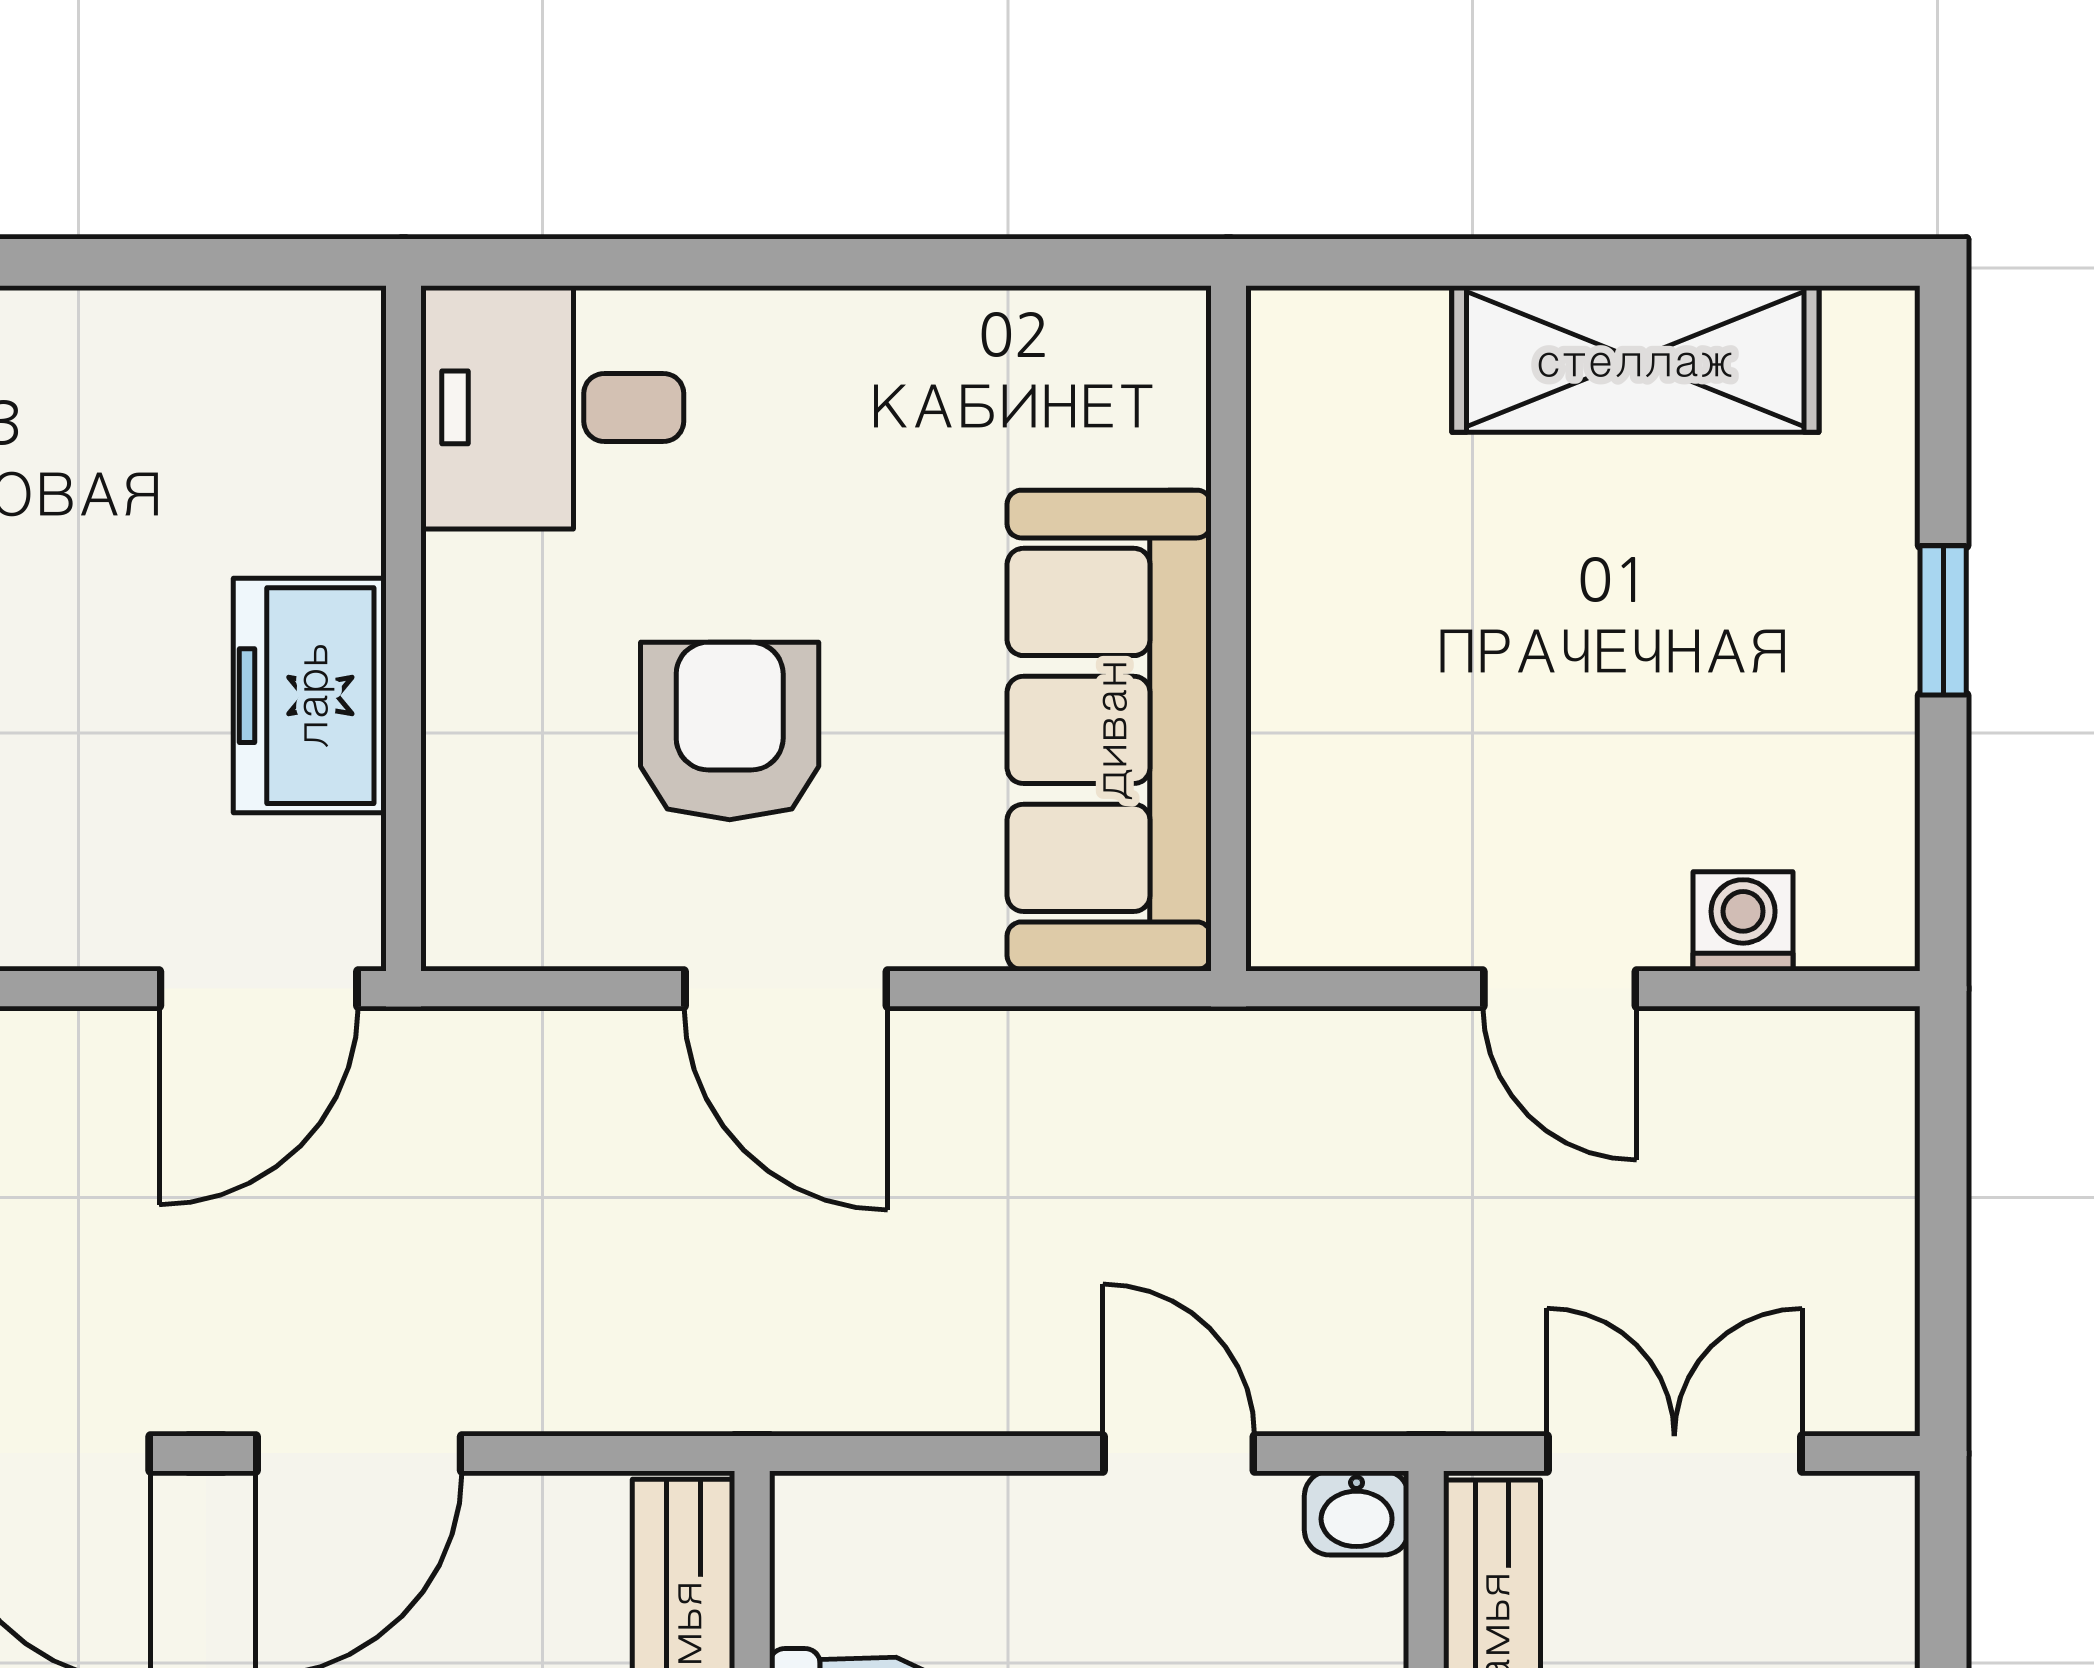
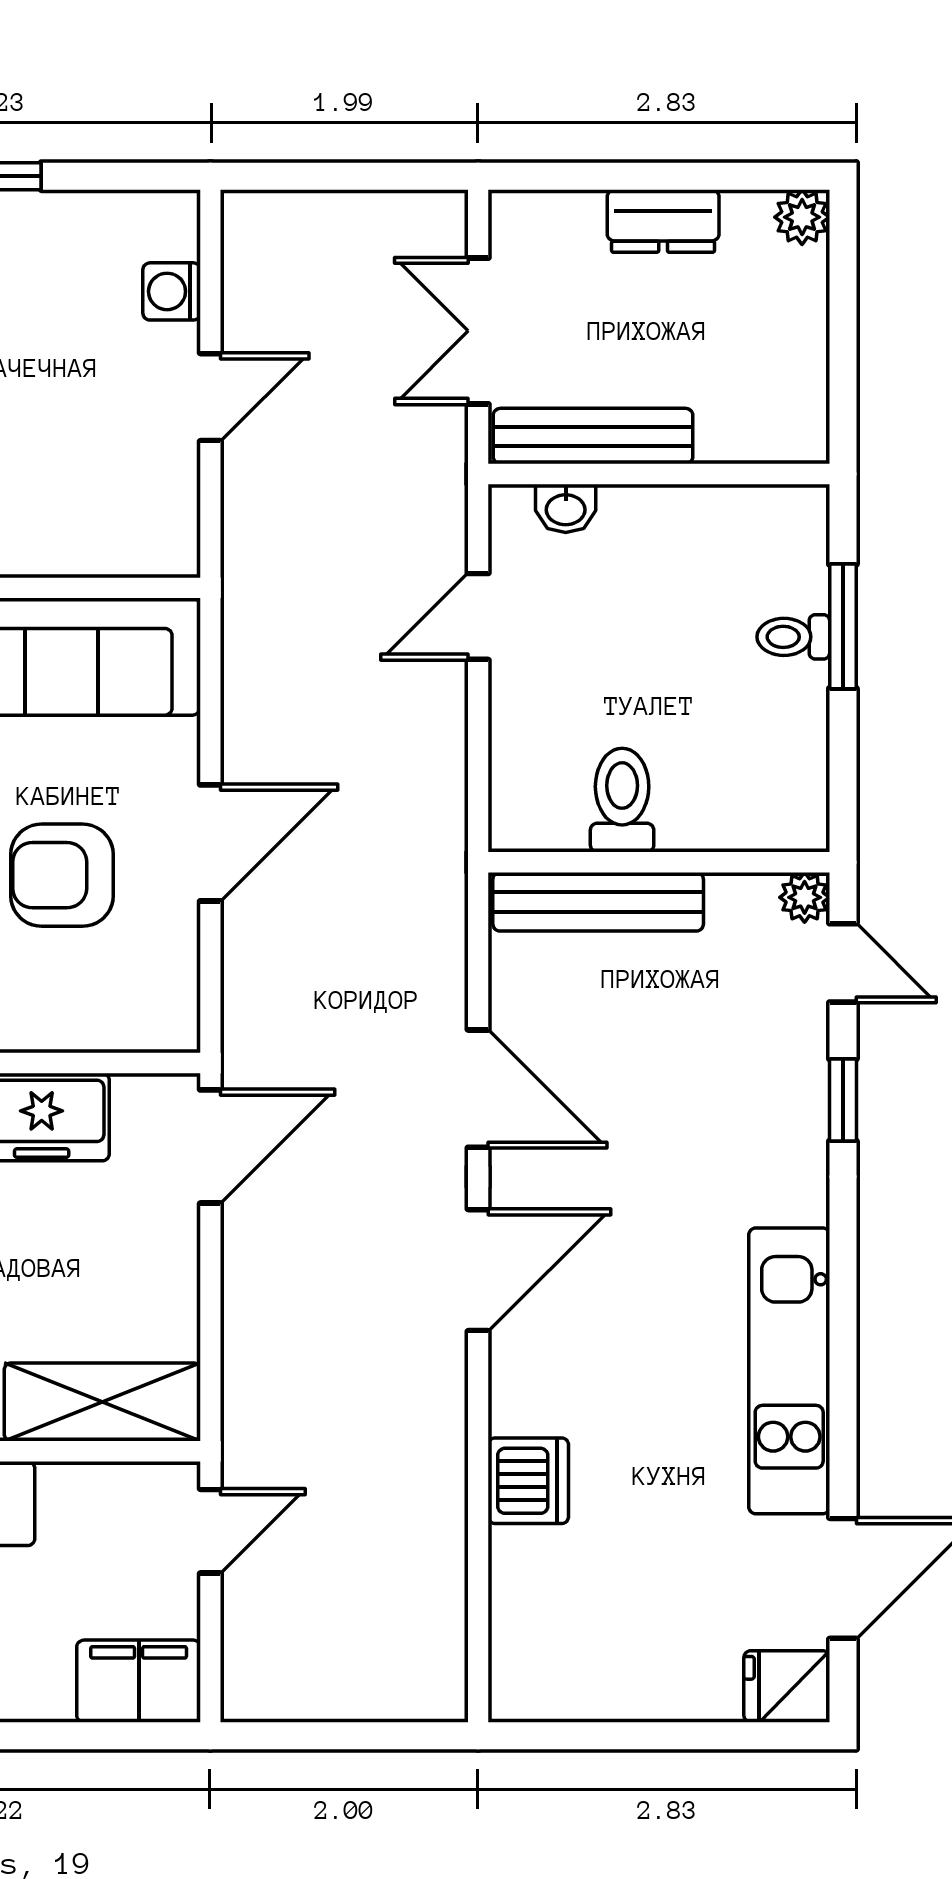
door: (259, 989) -> (210, 1146), hinge flipped
washbasin: (1357, 1513) -> (566, 508), moved, turned 90

